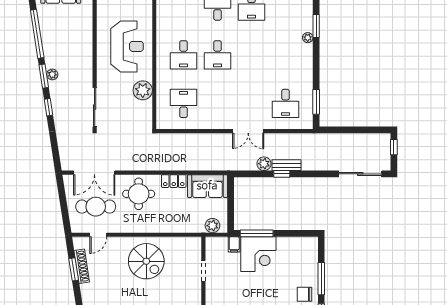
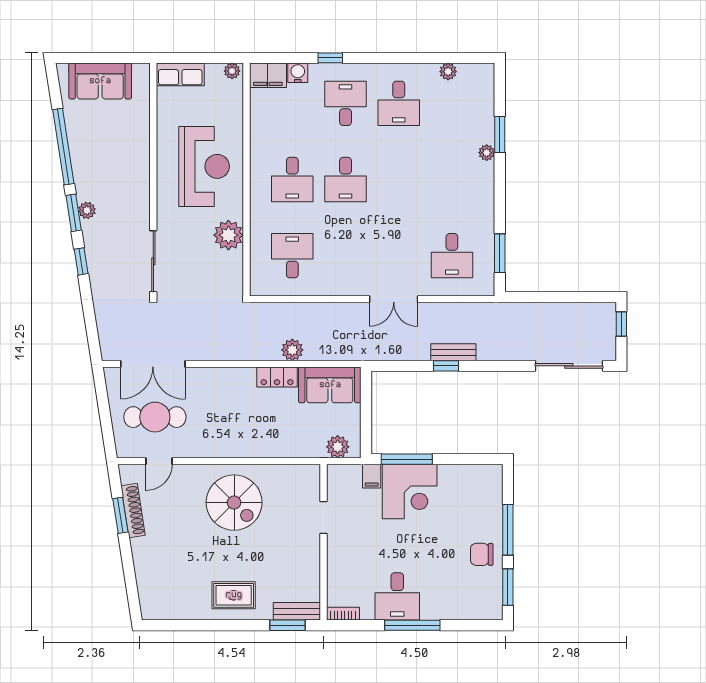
plant: (264, 164) -> (292, 350), moved
round table: (139, 194) -> (222, 397), removed

